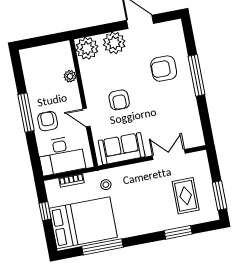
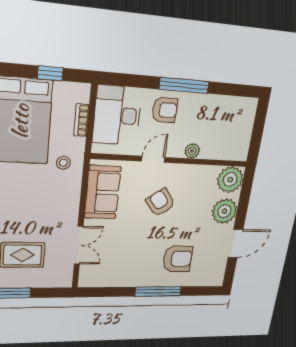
armchair: (164, 69) -> (178, 259), turned 90
plant: (70, 76) -> (192, 151), moved
armchair: (119, 100) -> (161, 202), turned 53

